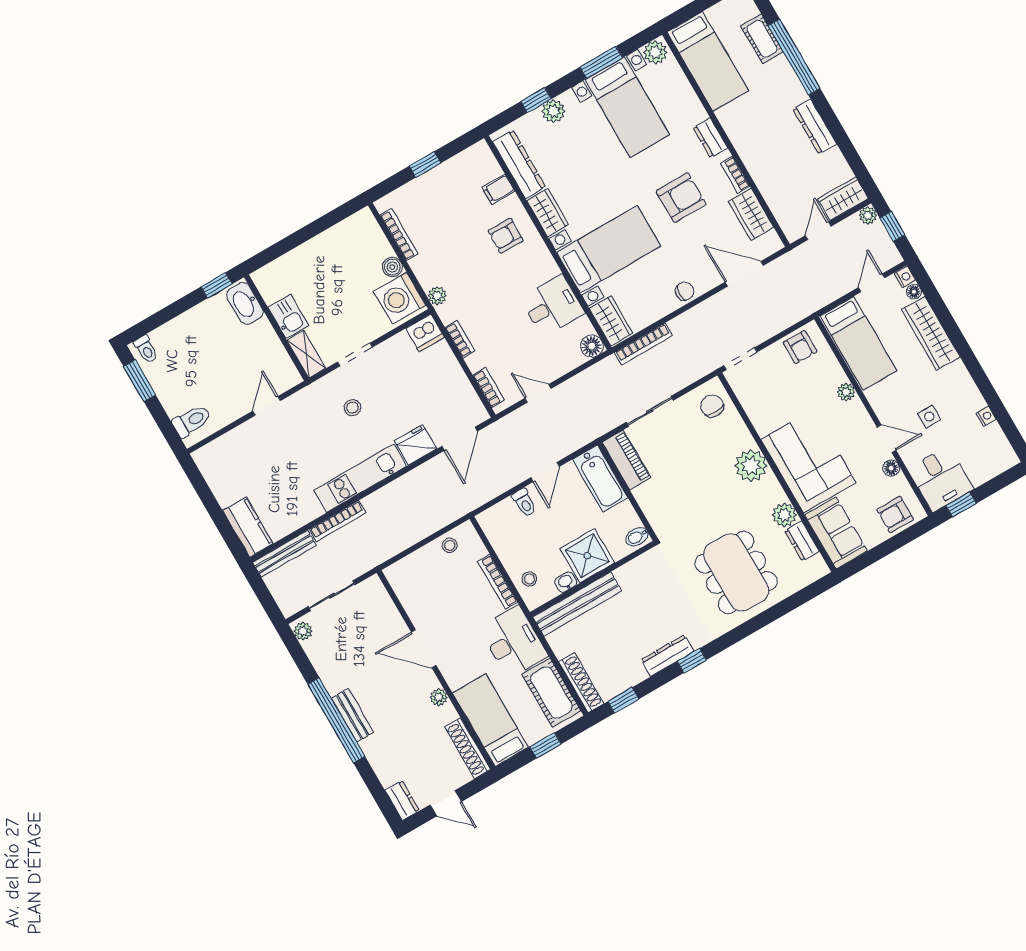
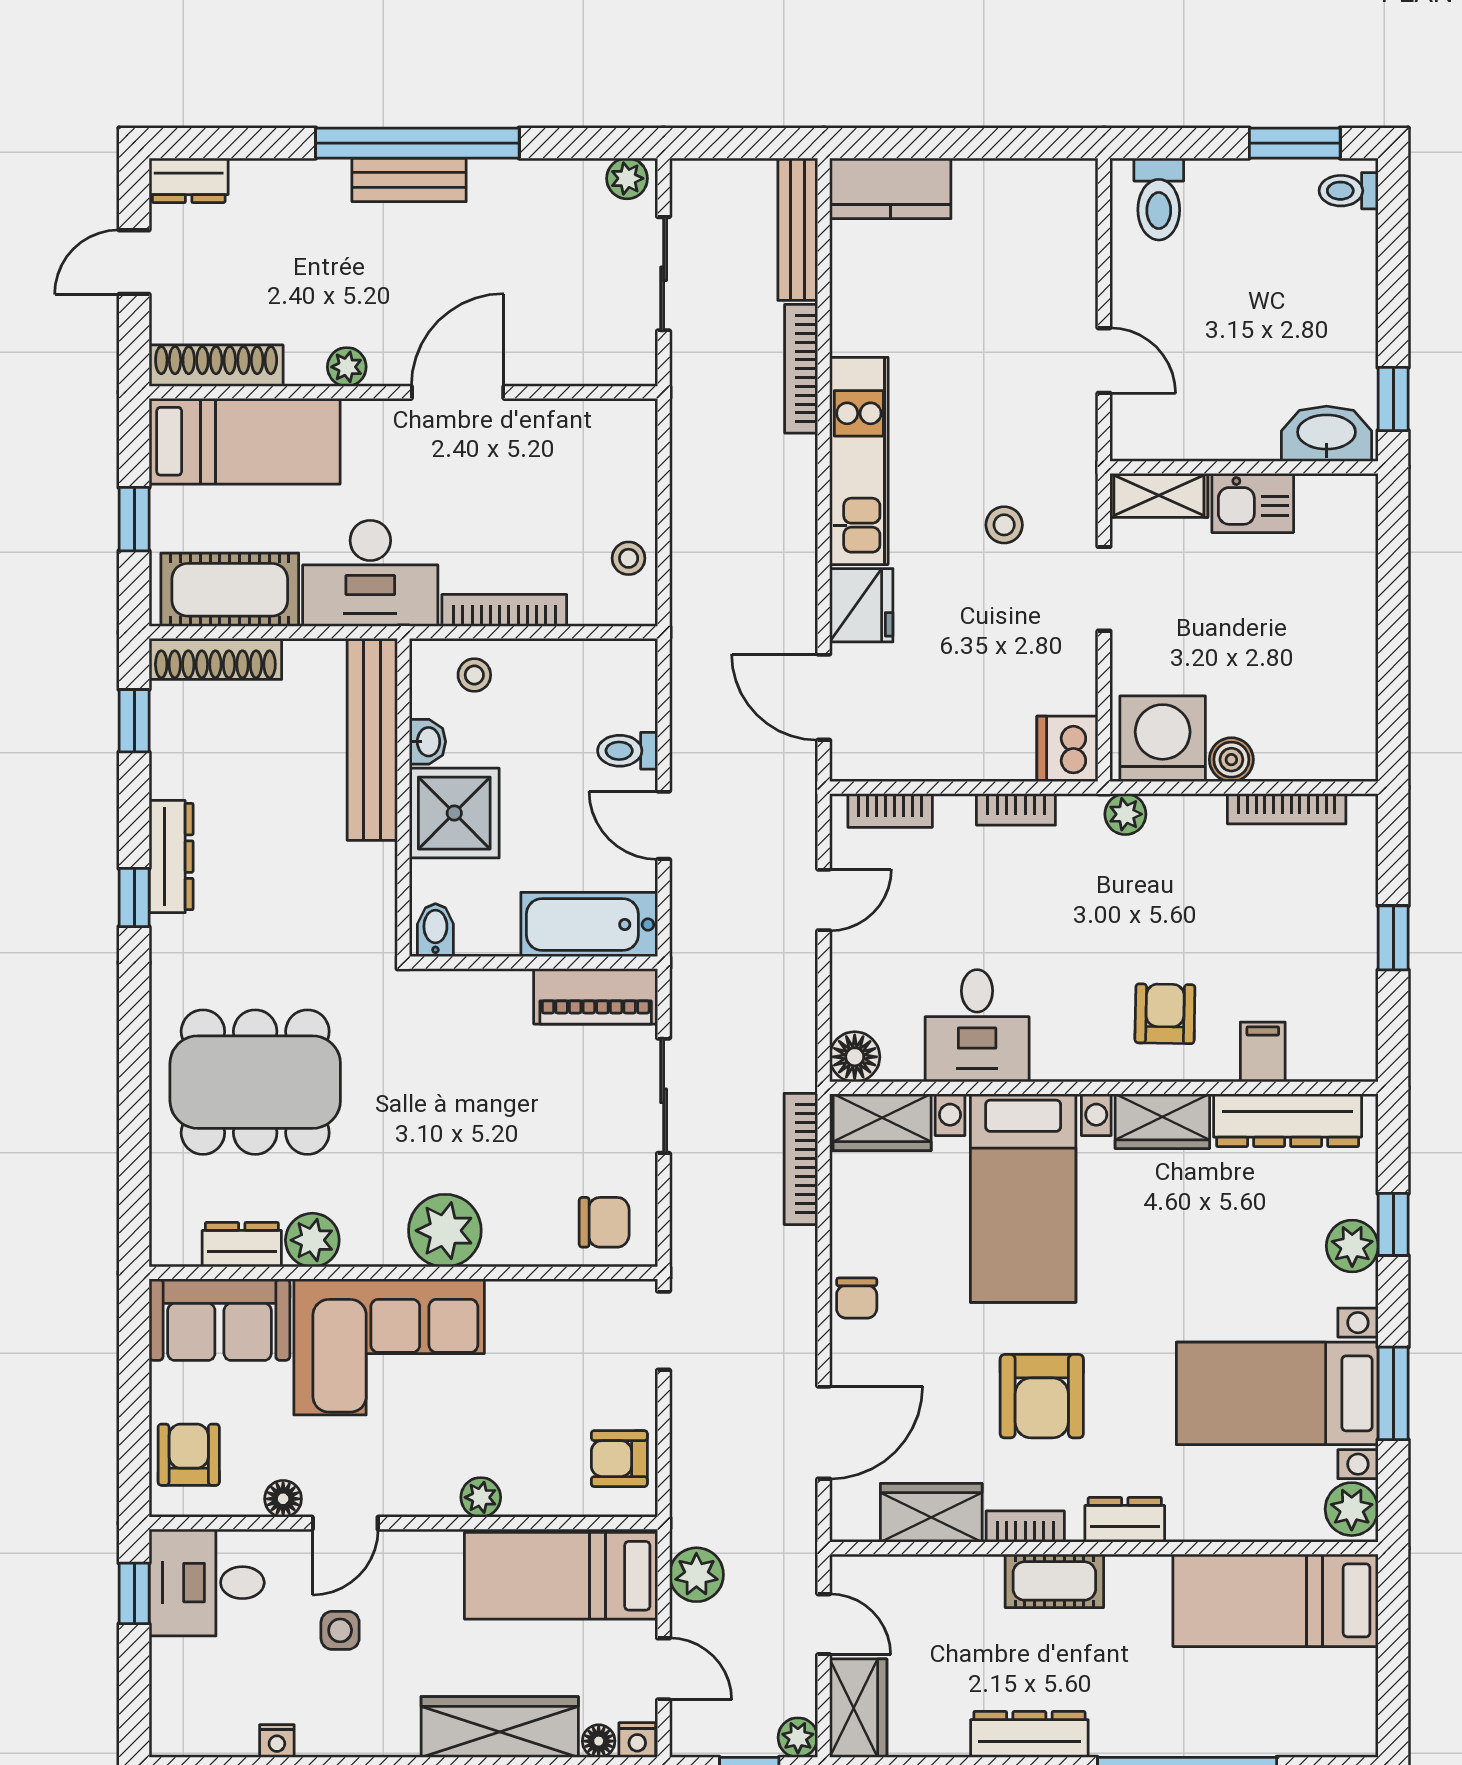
cot: (762, 39) -> (1054, 1581), moved
plant: (828, 291) -> (696, 1575), added

